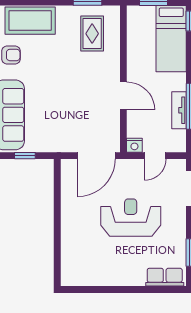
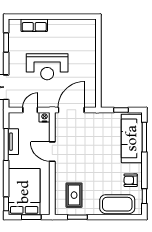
bed: (171, 39) -> (24, 192), width x1.50
row of seats: (165, 277) -> (34, 25), moved

